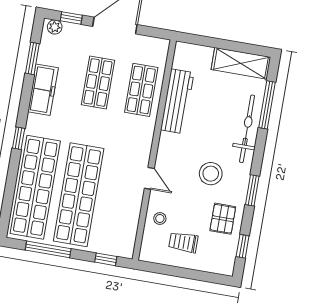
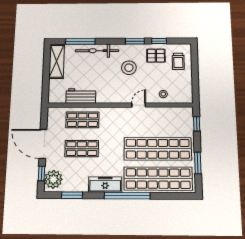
plant: (55, 27) -> (53, 179), width x1.88, depth x1.88
freezer: (43, 90) -> (105, 185), moved
workbench: (177, 101) -> (81, 96), width x0.73
window: (19, 138) -> (127, 196), width x3.17
trolley: (183, 242) -> (178, 61), moved
window: (243, 246) -> (159, 41), moved
window: (48, 249) -> (198, 163), width x0.69

